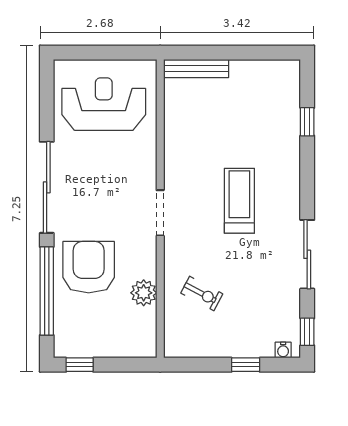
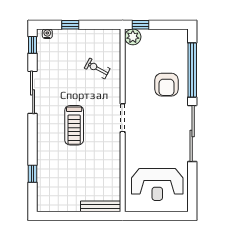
armchair: (89, 267) -> (167, 85), width x0.73, depth x0.73
plant: (144, 293) -> (133, 37), moved
window: (80, 365) -> (140, 25), moved

